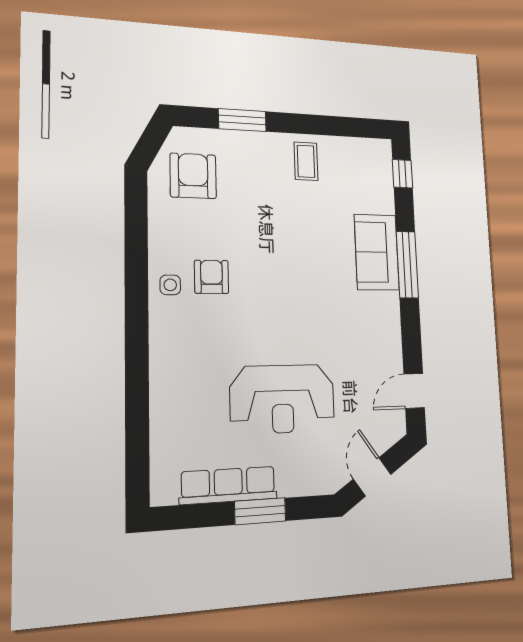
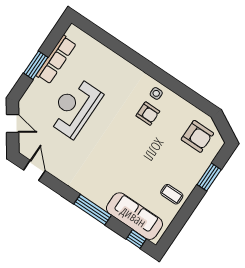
sofa: (377, 252) -> (134, 216), moved, width x1.36

